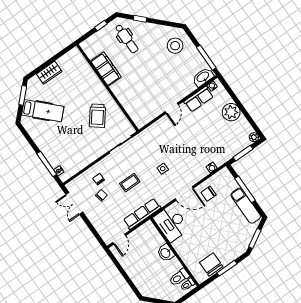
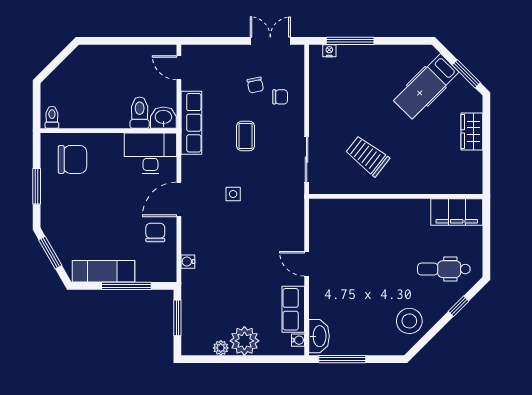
window: (101, 26) -> (486, 247), removed
stool: (175, 46) -> (409, 321), moved
filing cabinet: (106, 69) -> (457, 212), moved
plant: (254, 137) -> (221, 348), moved
washbasin: (166, 253) -> (163, 118), moved
chair: (211, 264) -> (72, 159), moved
toilet: (179, 277) -> (140, 113), moved

